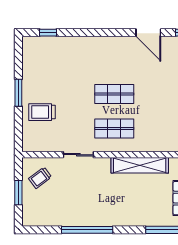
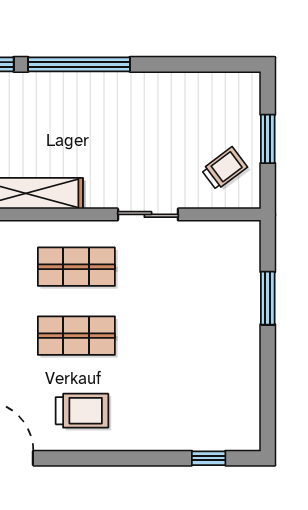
window: (18, 93) -> (268, 298), moved
trolley: (42, 112) -> (82, 411), moved
window: (87, 230) -> (79, 64), moved

